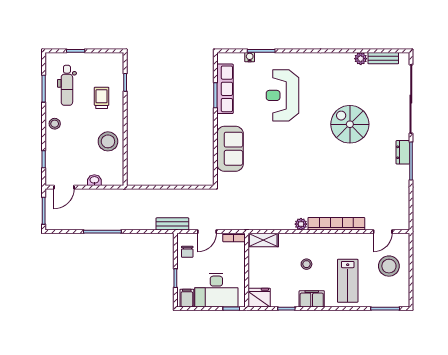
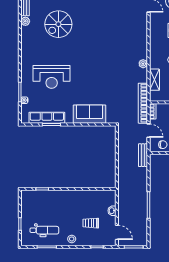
trolley: (102, 98) -> (91, 223), moved
spiral stairs: (350, 124) -> (58, 24), moved
stool: (108, 141) -> (84, 201), removed
bookcase: (336, 224) -> (143, 103), moved
shelving: (263, 240) -> (154, 80), moved

